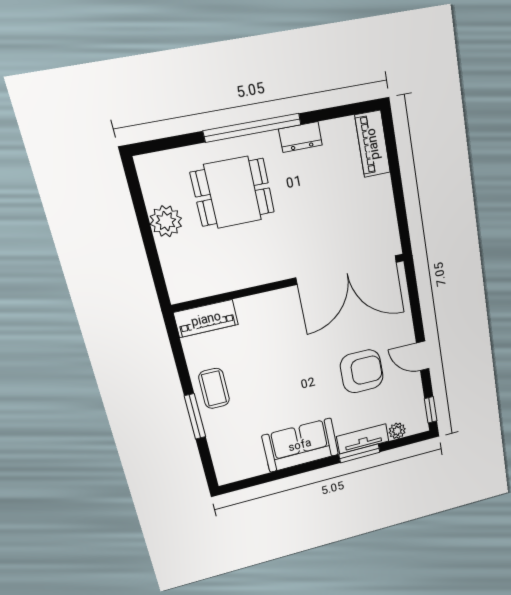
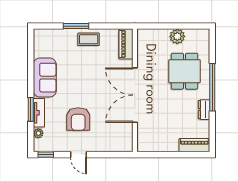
double door: (347, 270) -> (135, 95), moved
door: (423, 356) -> (79, 155), swing flipped

